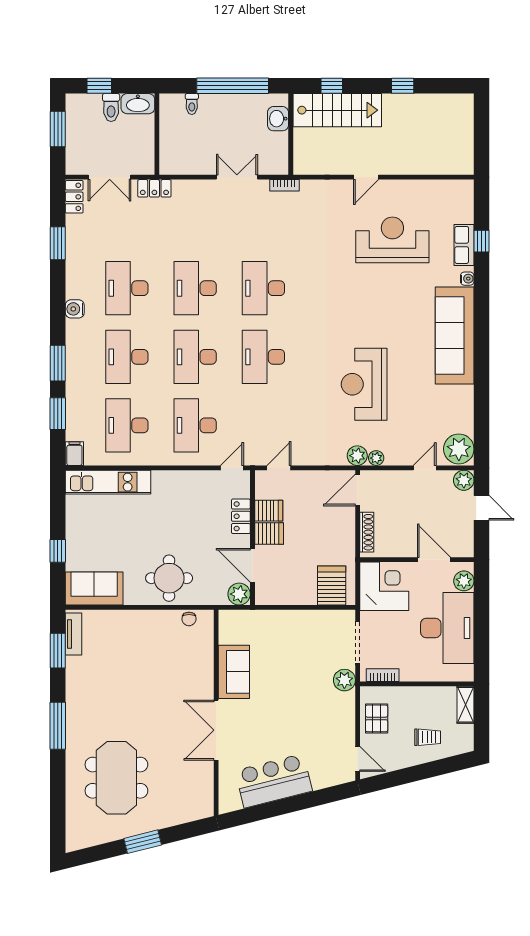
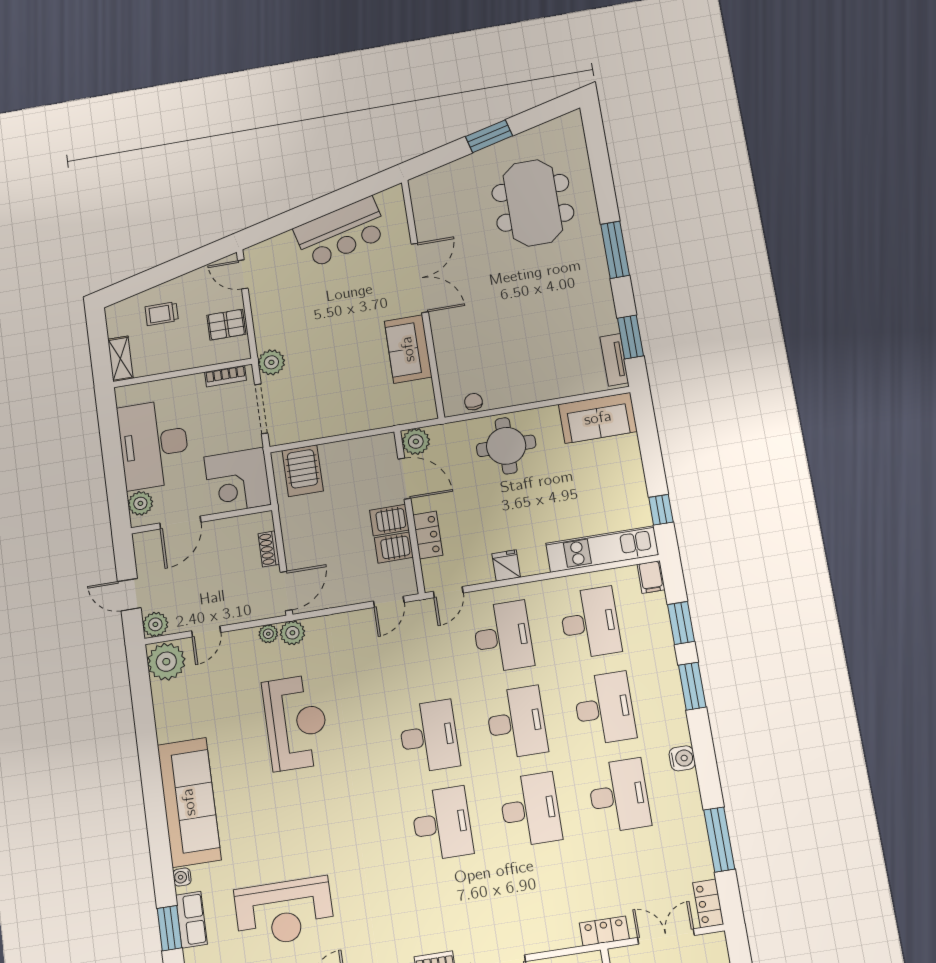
window: (482, 241) -> (170, 928), width x1.50
window: (58, 243) -> (719, 839), width x1.44
fridge: (184, 482) -> (506, 565), added
shoe rack: (367, 532) -> (269, 549), width x0.70
window: (58, 551) -> (661, 510), moved
door: (434, 560) -> (180, 523), hinge flipped
pallet: (377, 718) -> (226, 325), turned 90

